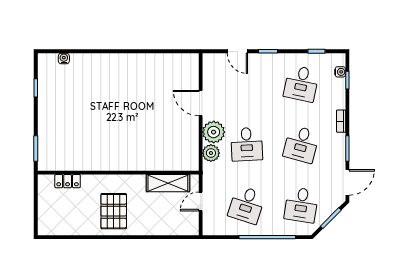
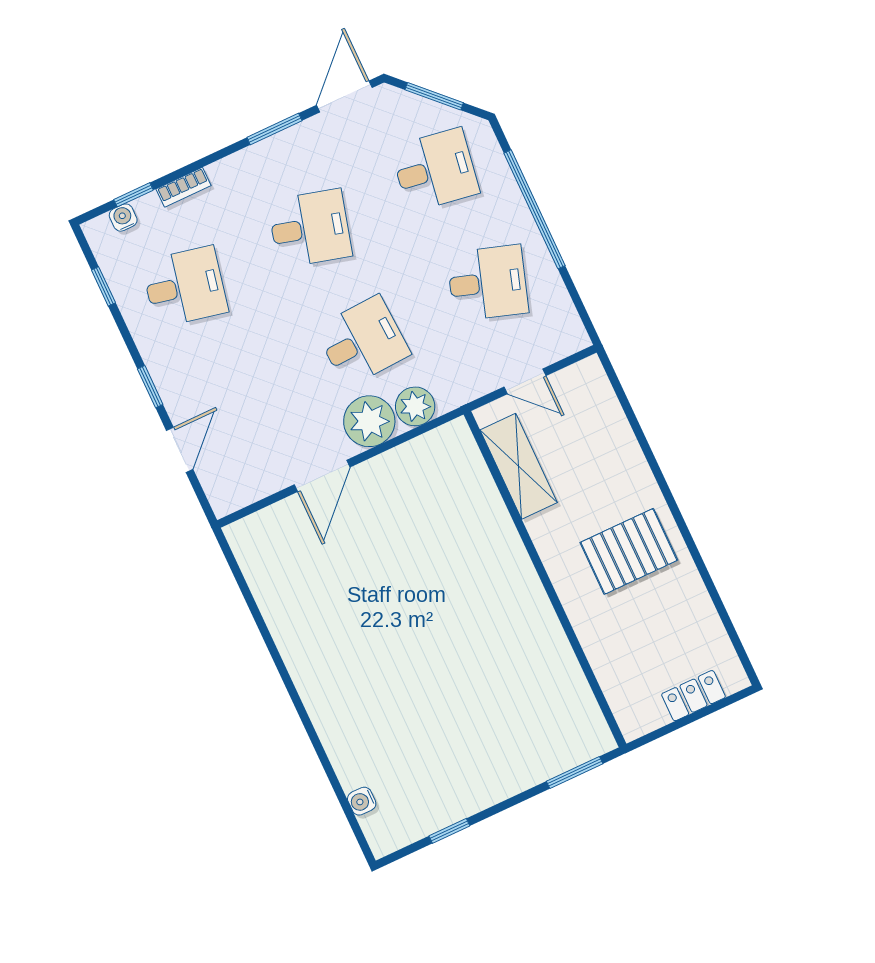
bookcase: (341, 121) -> (184, 187), moved
locker: (68, 181) -> (693, 696), moved, turned -90
door: (347, 182) -> (344, 96), hinge flipped

